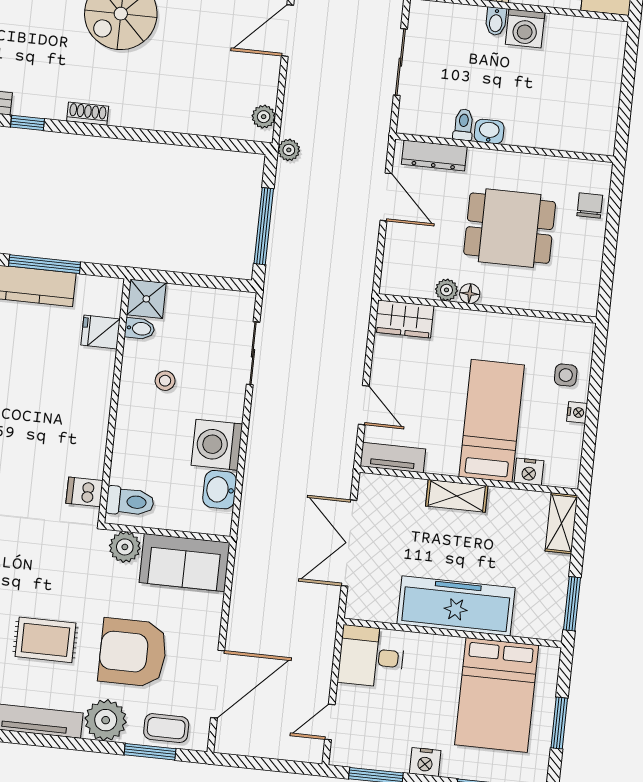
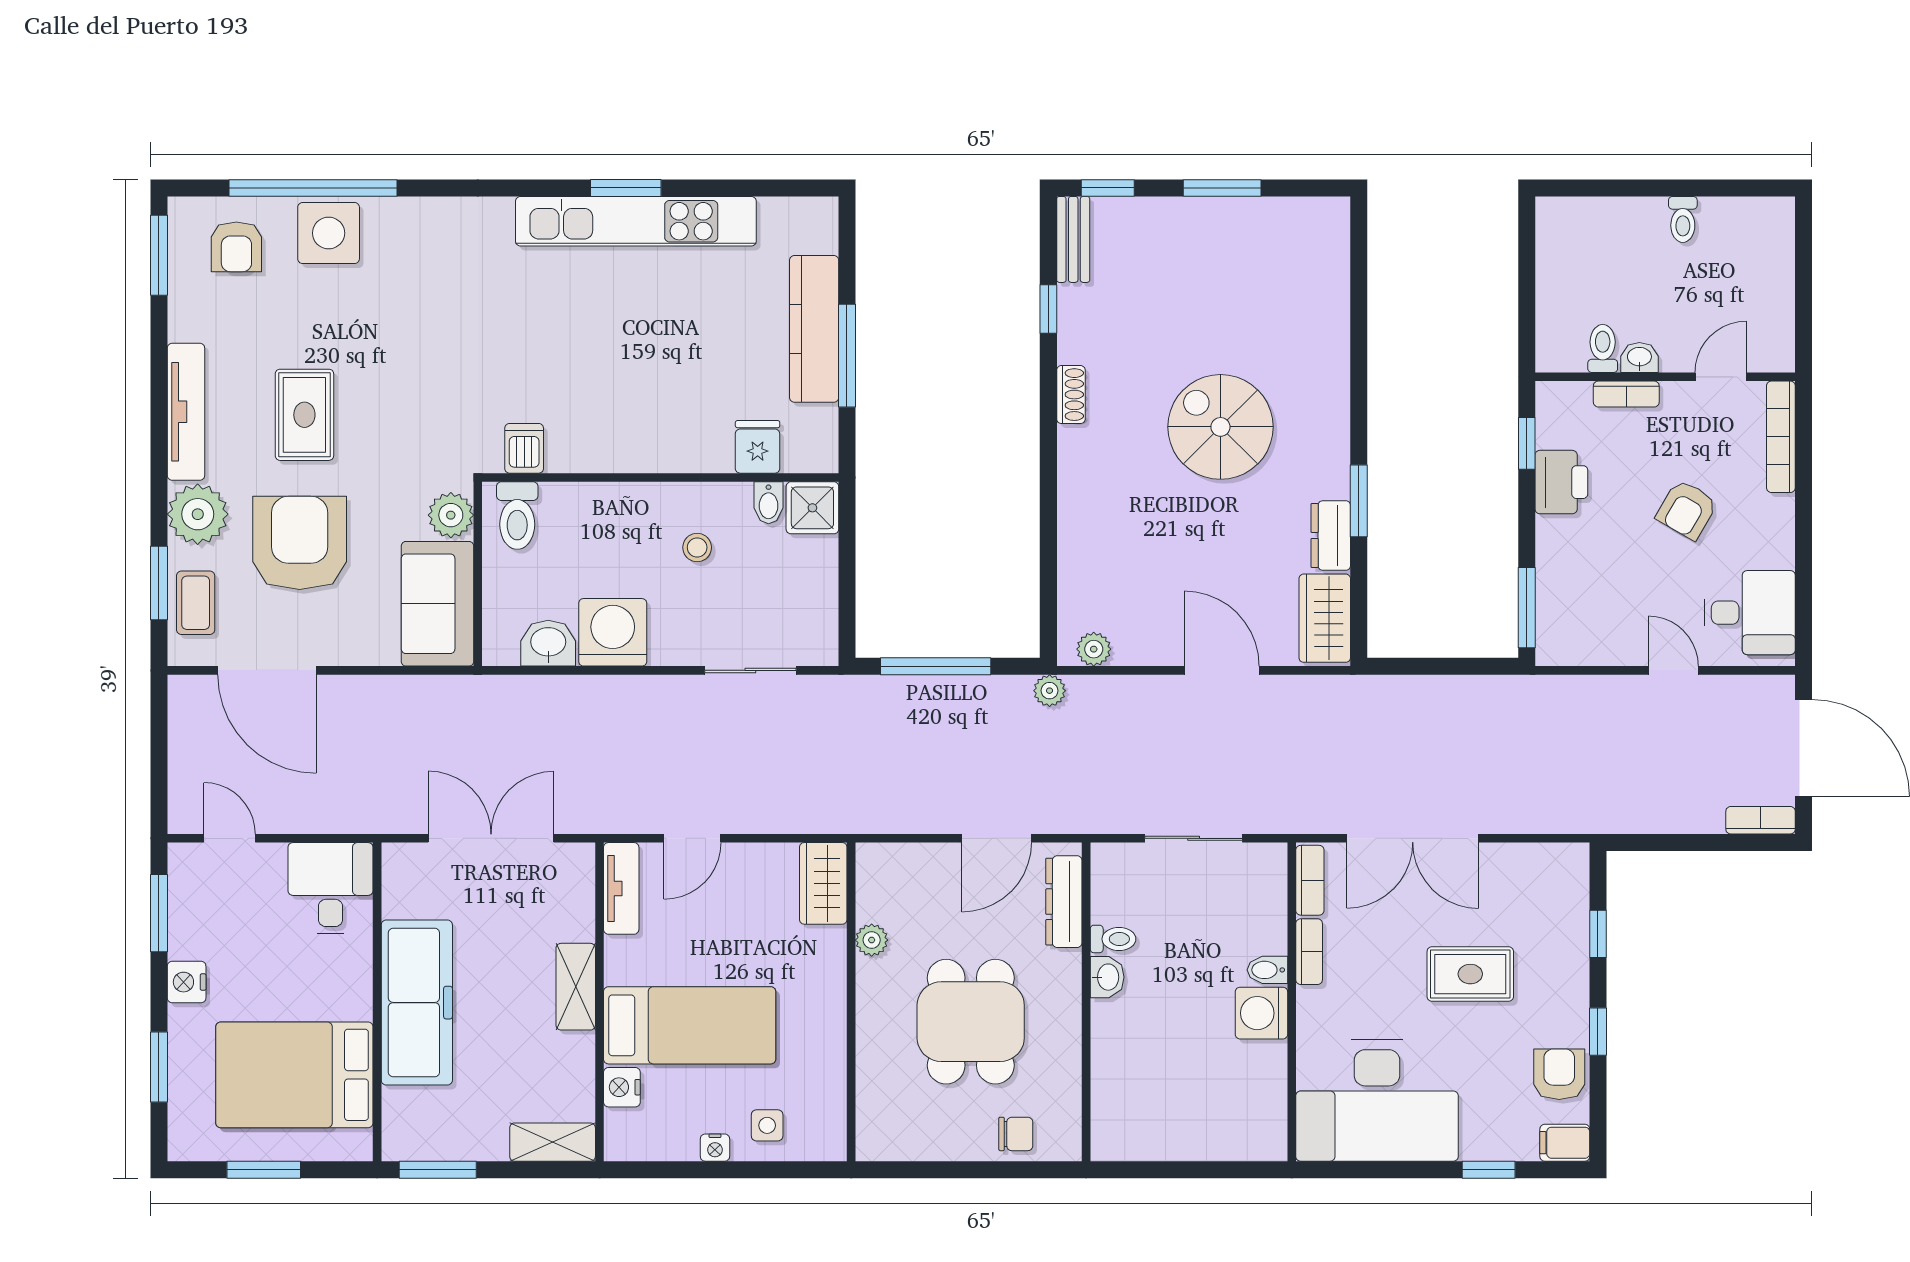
floor lamp: (470, 294) -> (870, 974), removed

